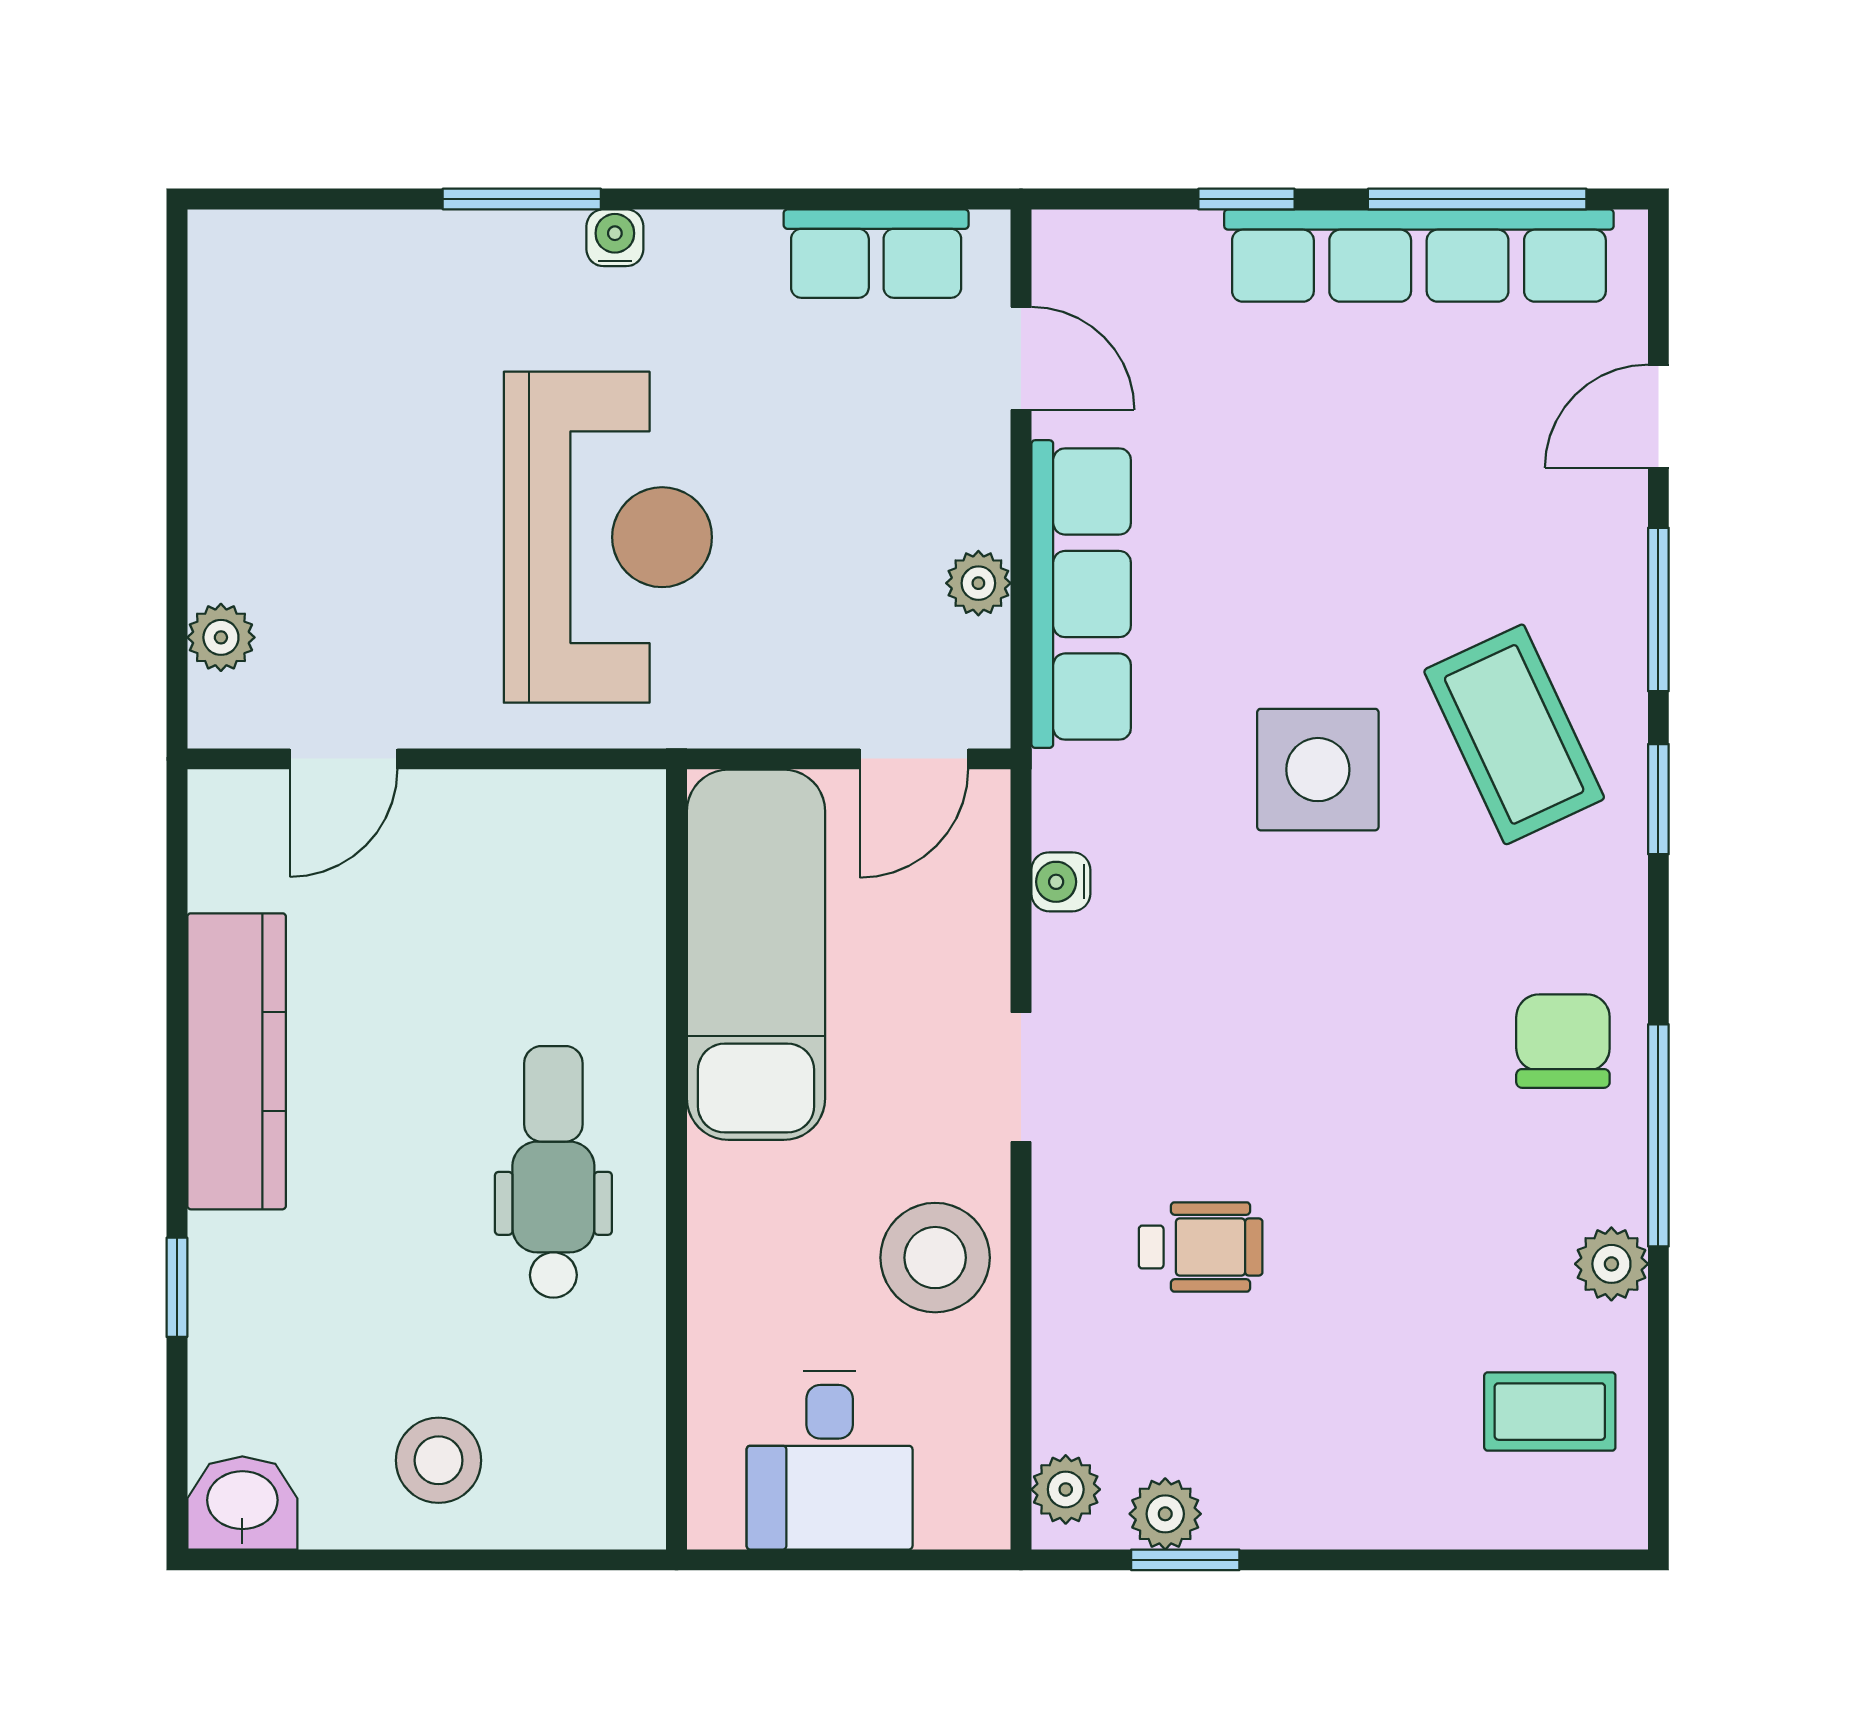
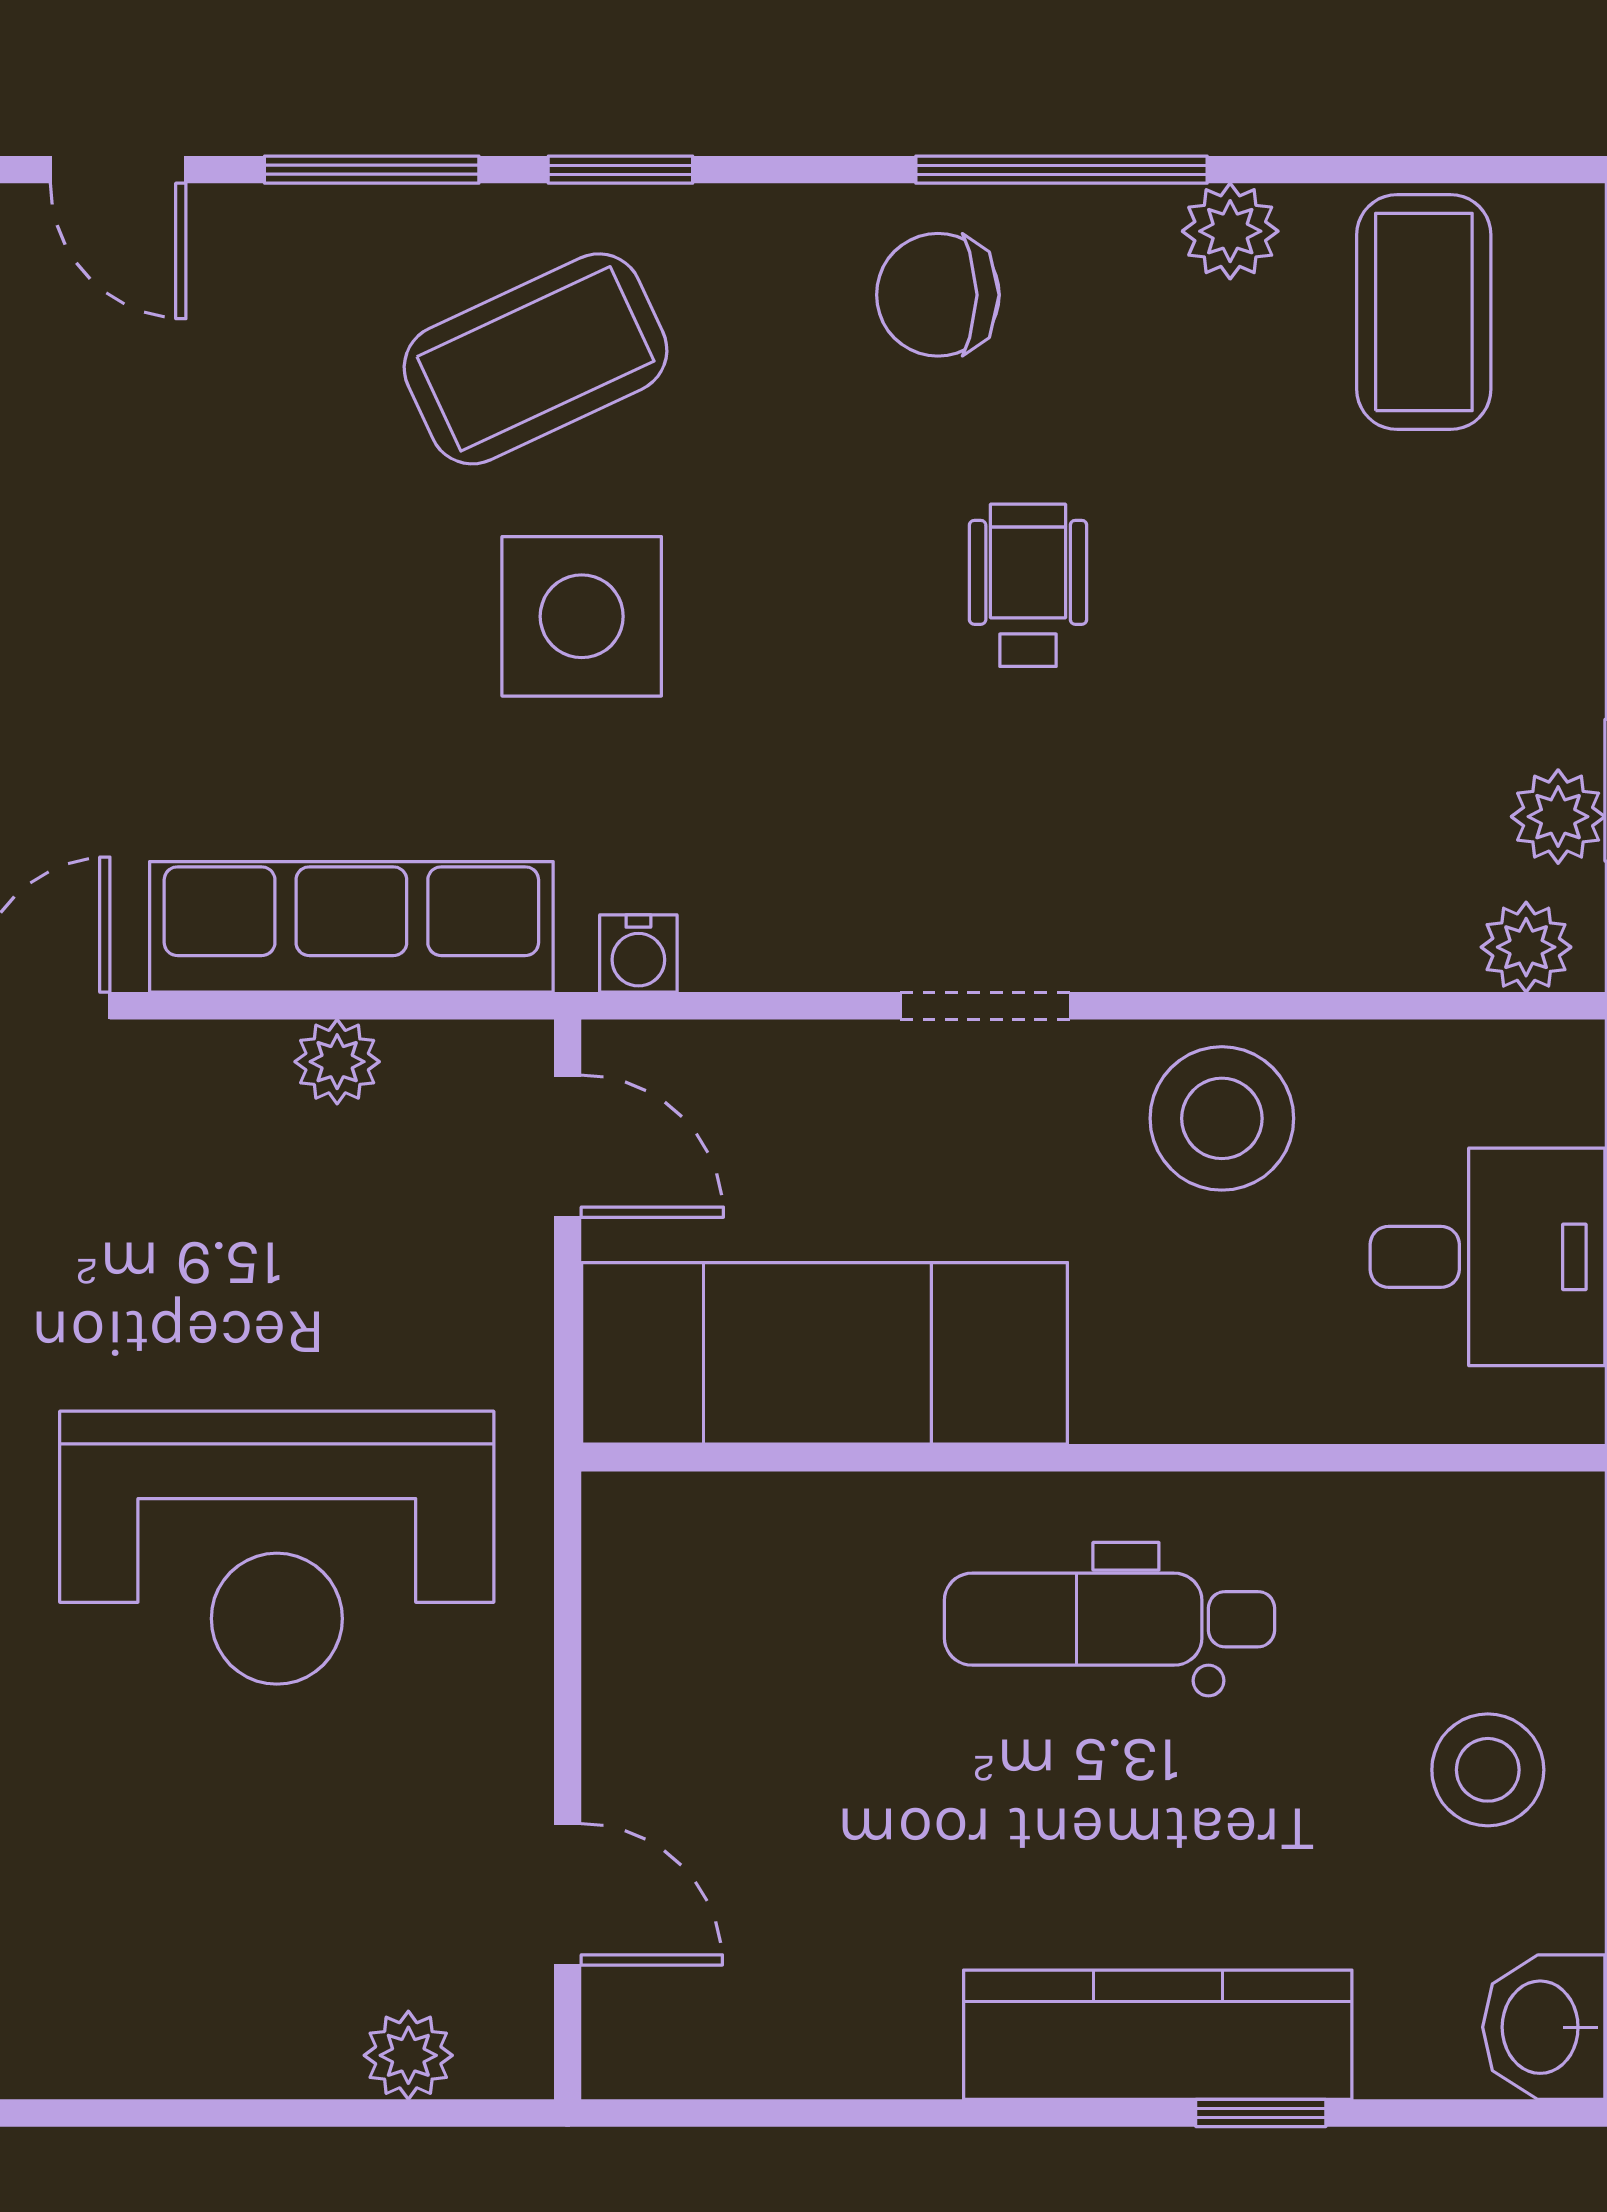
reception desk: (608, 537) -> (277, 1548), turned 180
water cooler: (1061, 882) -> (638, 954), moved
kitchen counter: (237, 1061) -> (1158, 2035), moved
wheelchair: (1201, 1247) -> (1028, 585), moved
coffee table: (1550, 1412) -> (1424, 312), width x1.36, depth x1.30

